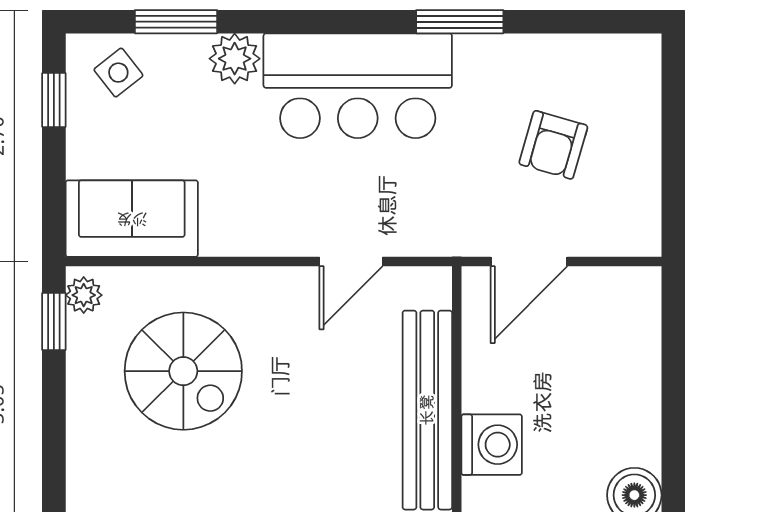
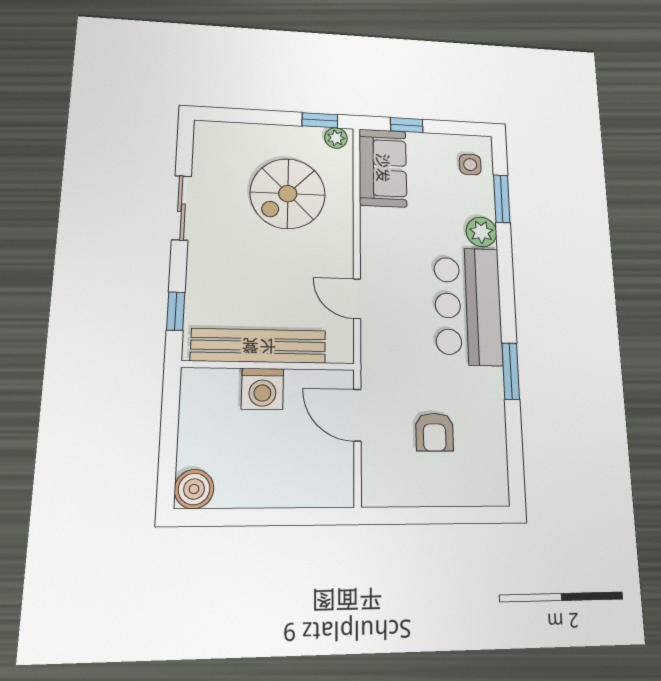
side table: (118, 73) -> (470, 165), turned 38
window: (54, 100) -> (407, 125), moved
armchair: (553, 145) -> (435, 432), turned -106
washing machine: (492, 445) -> (262, 389), moved

